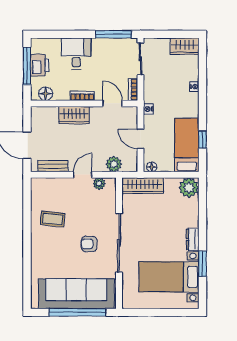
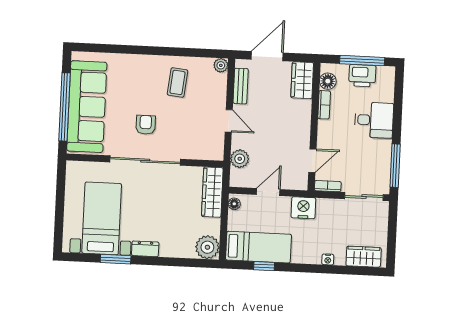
wardrobe: (185, 46) -> (364, 257), moved, turned 90
bookcase: (82, 96) -> (324, 105), moved
nightstand: (148, 109) -> (303, 208), width x1.89, depth x1.79
wardrobe: (74, 115) -> (302, 80), moved
plant: (99, 184) -> (221, 65), moved

